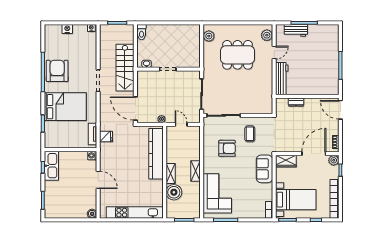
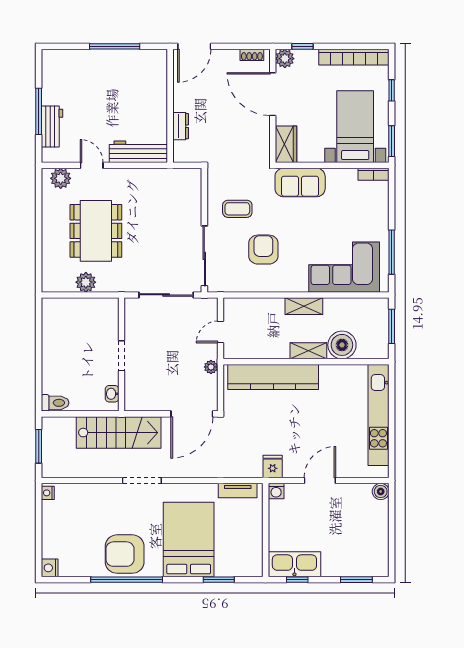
nightstand: (67, 29) -> (50, 568), moved
plant: (209, 36) -> (86, 282), moved
fridge: (106, 137) -> (273, 466), moved

